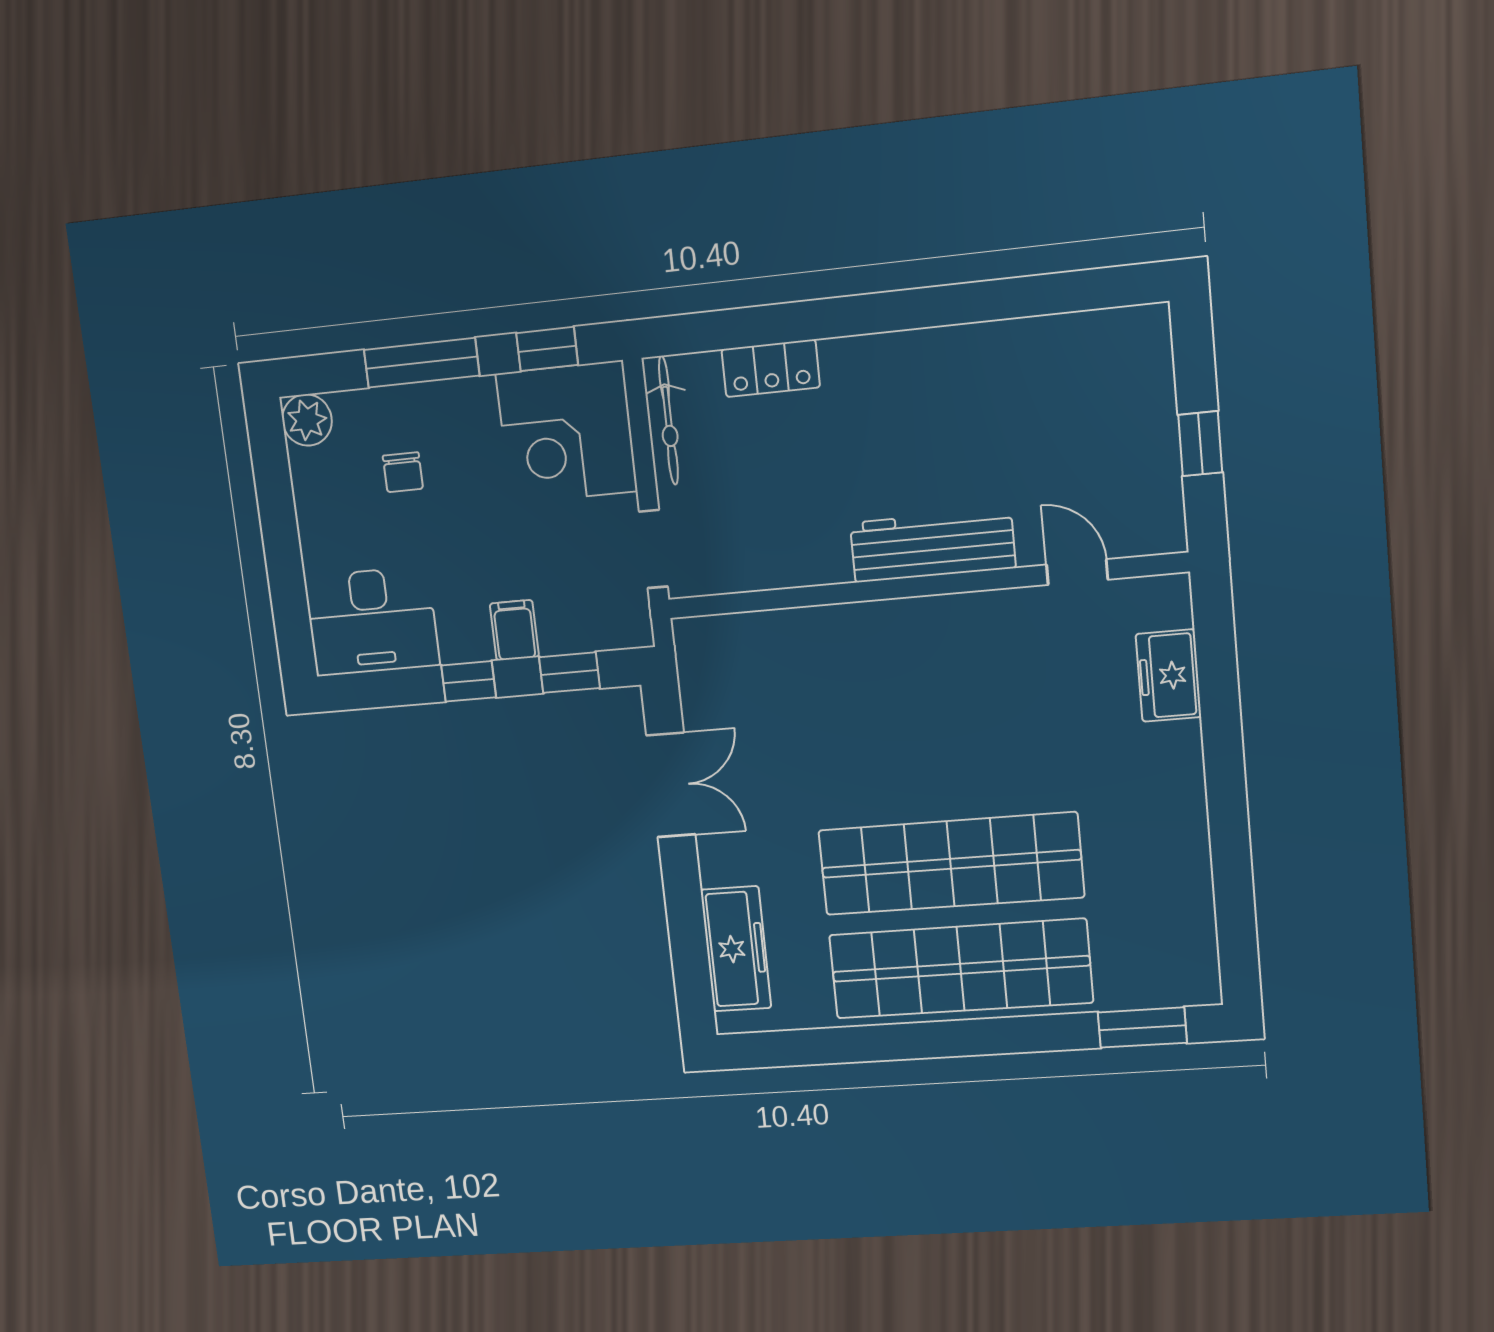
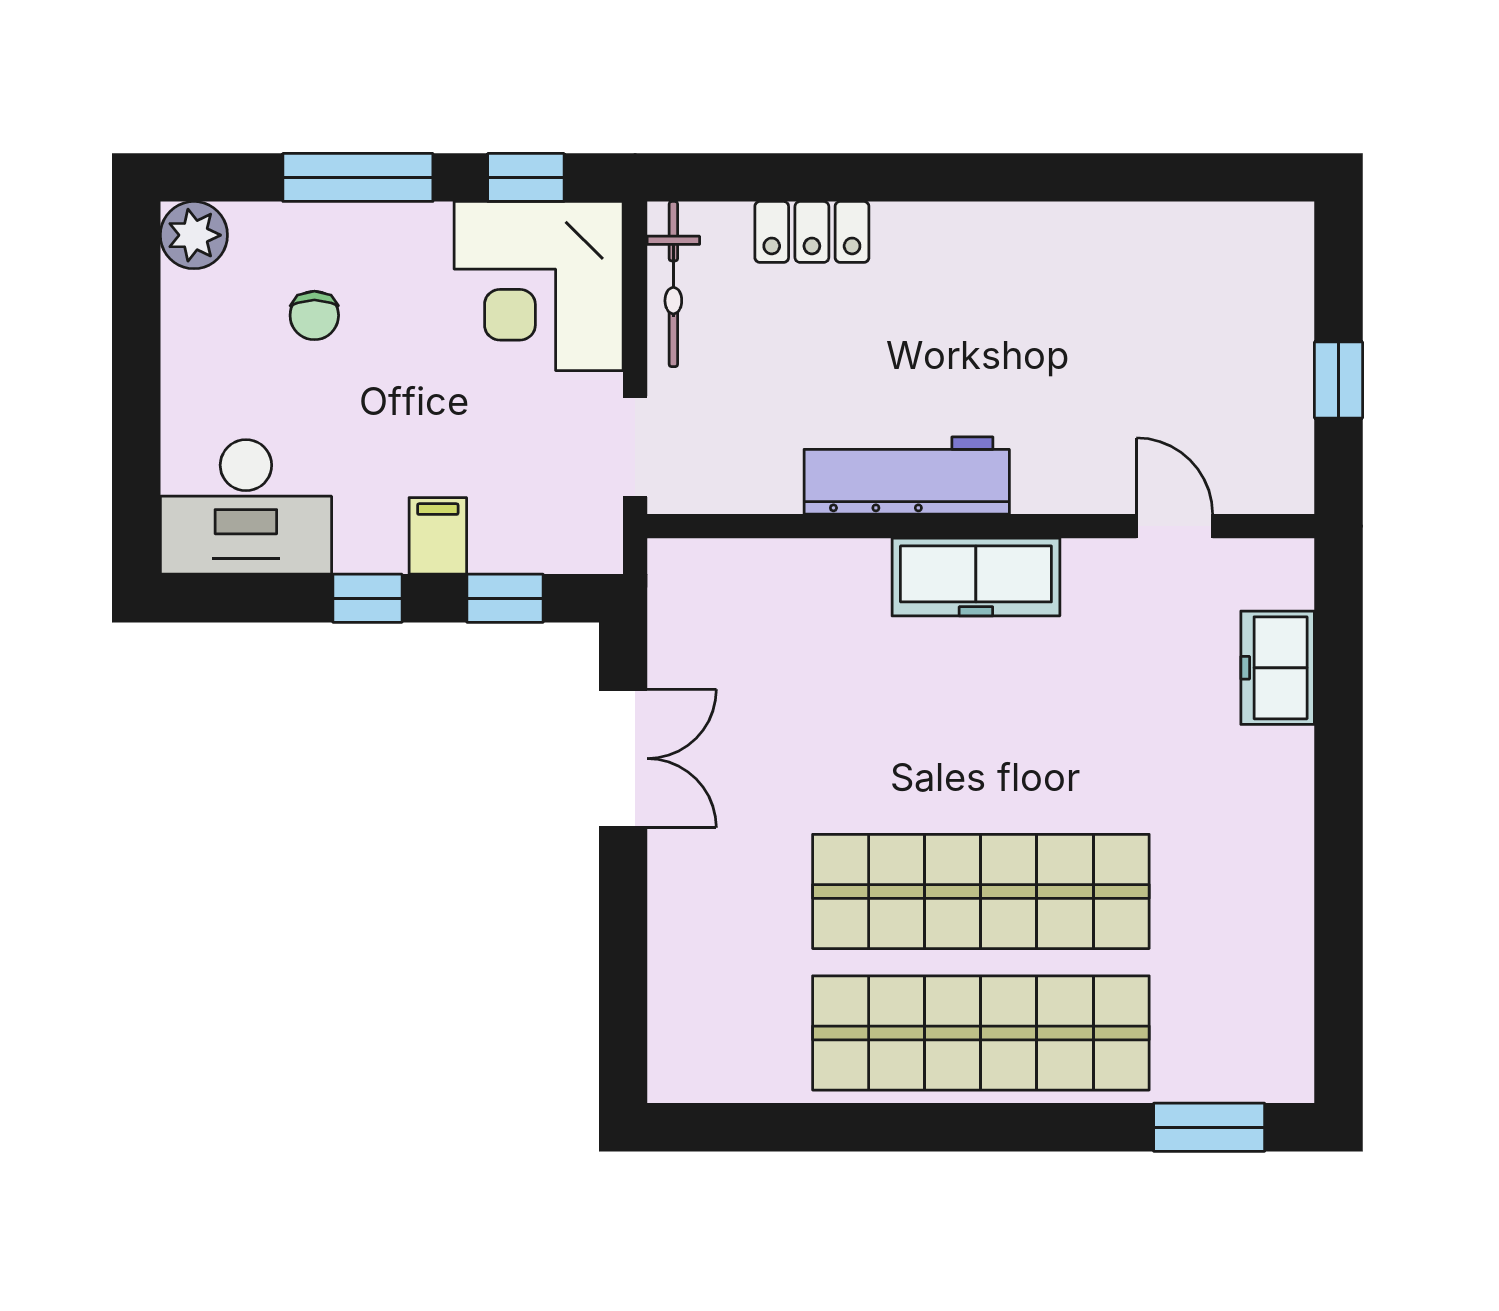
workbench: (933, 545) -> (907, 476), moved
freezer: (736, 949) -> (976, 577), moved, turned 90

